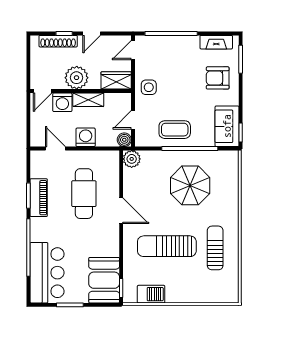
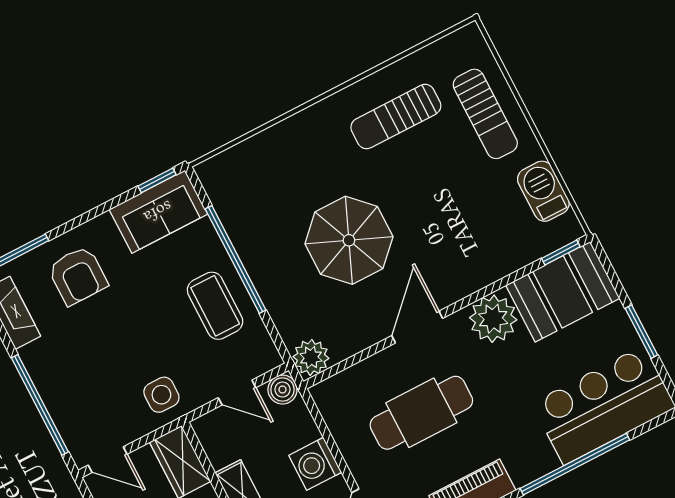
parasol: (190, 185) -> (349, 240), moved
plant: (108, 245) -> (493, 319), added
sun lounger: (167, 246) -> (485, 114), moved, width x0.73, depth x0.75

